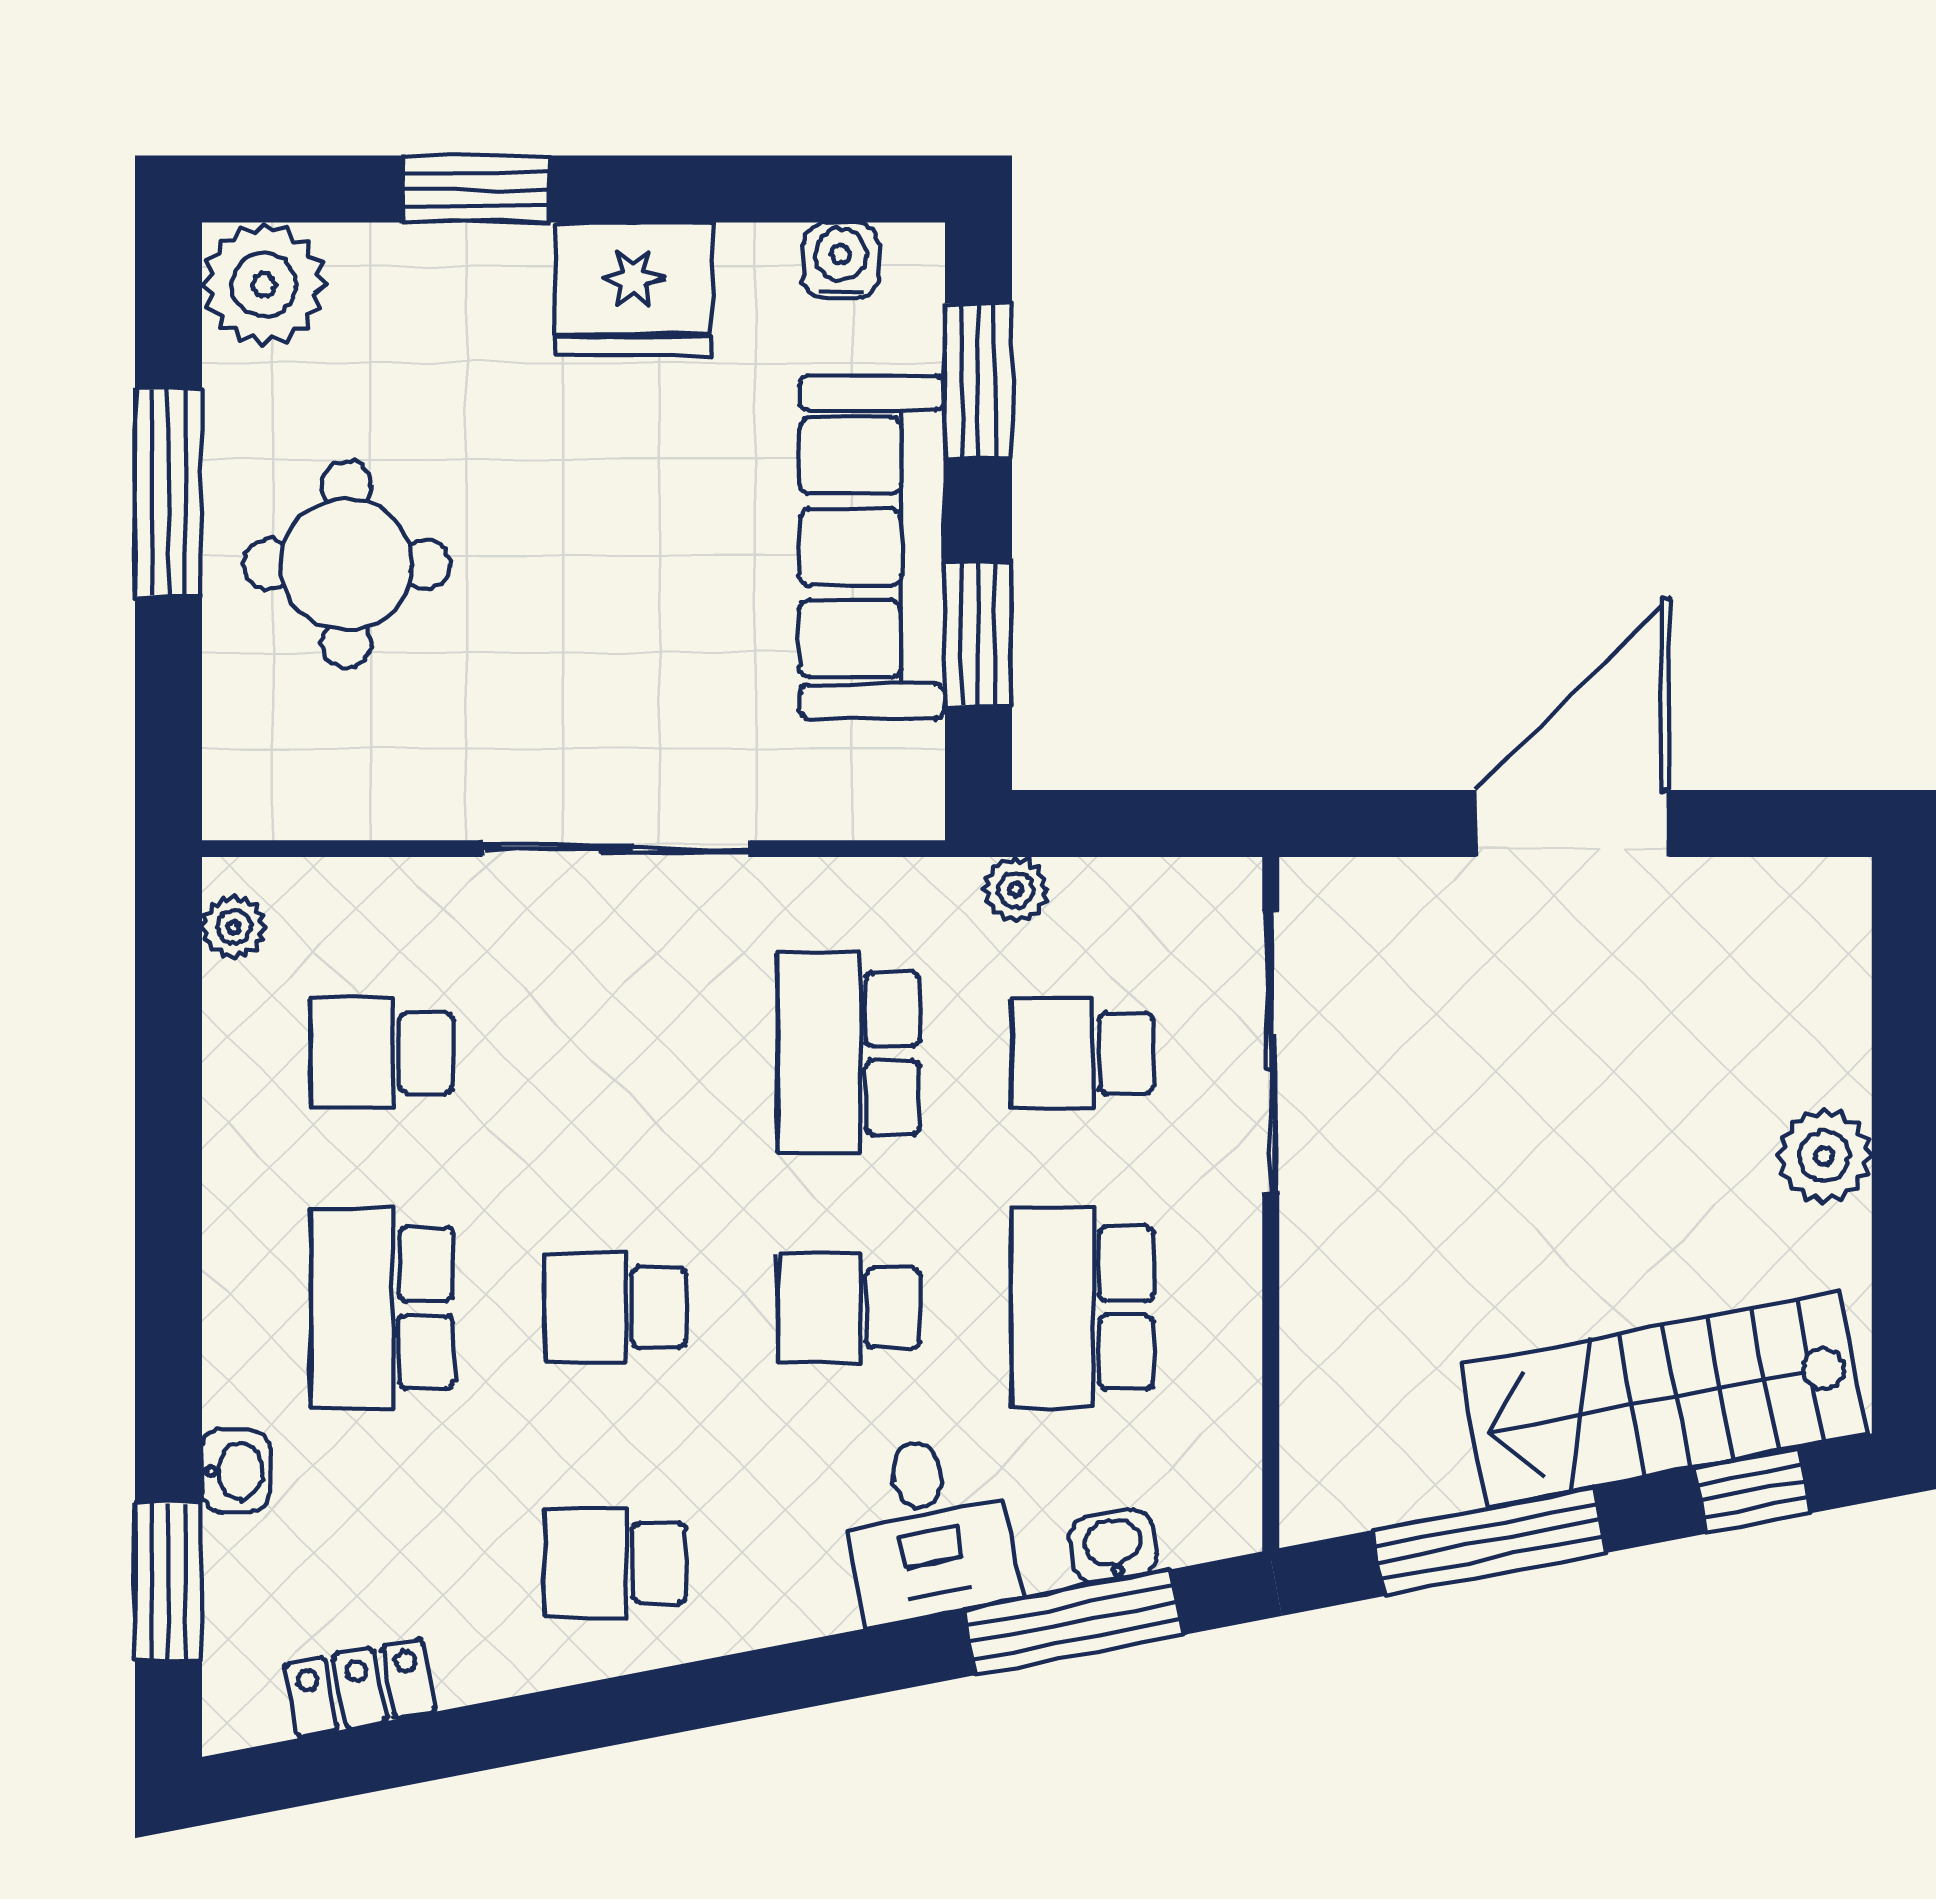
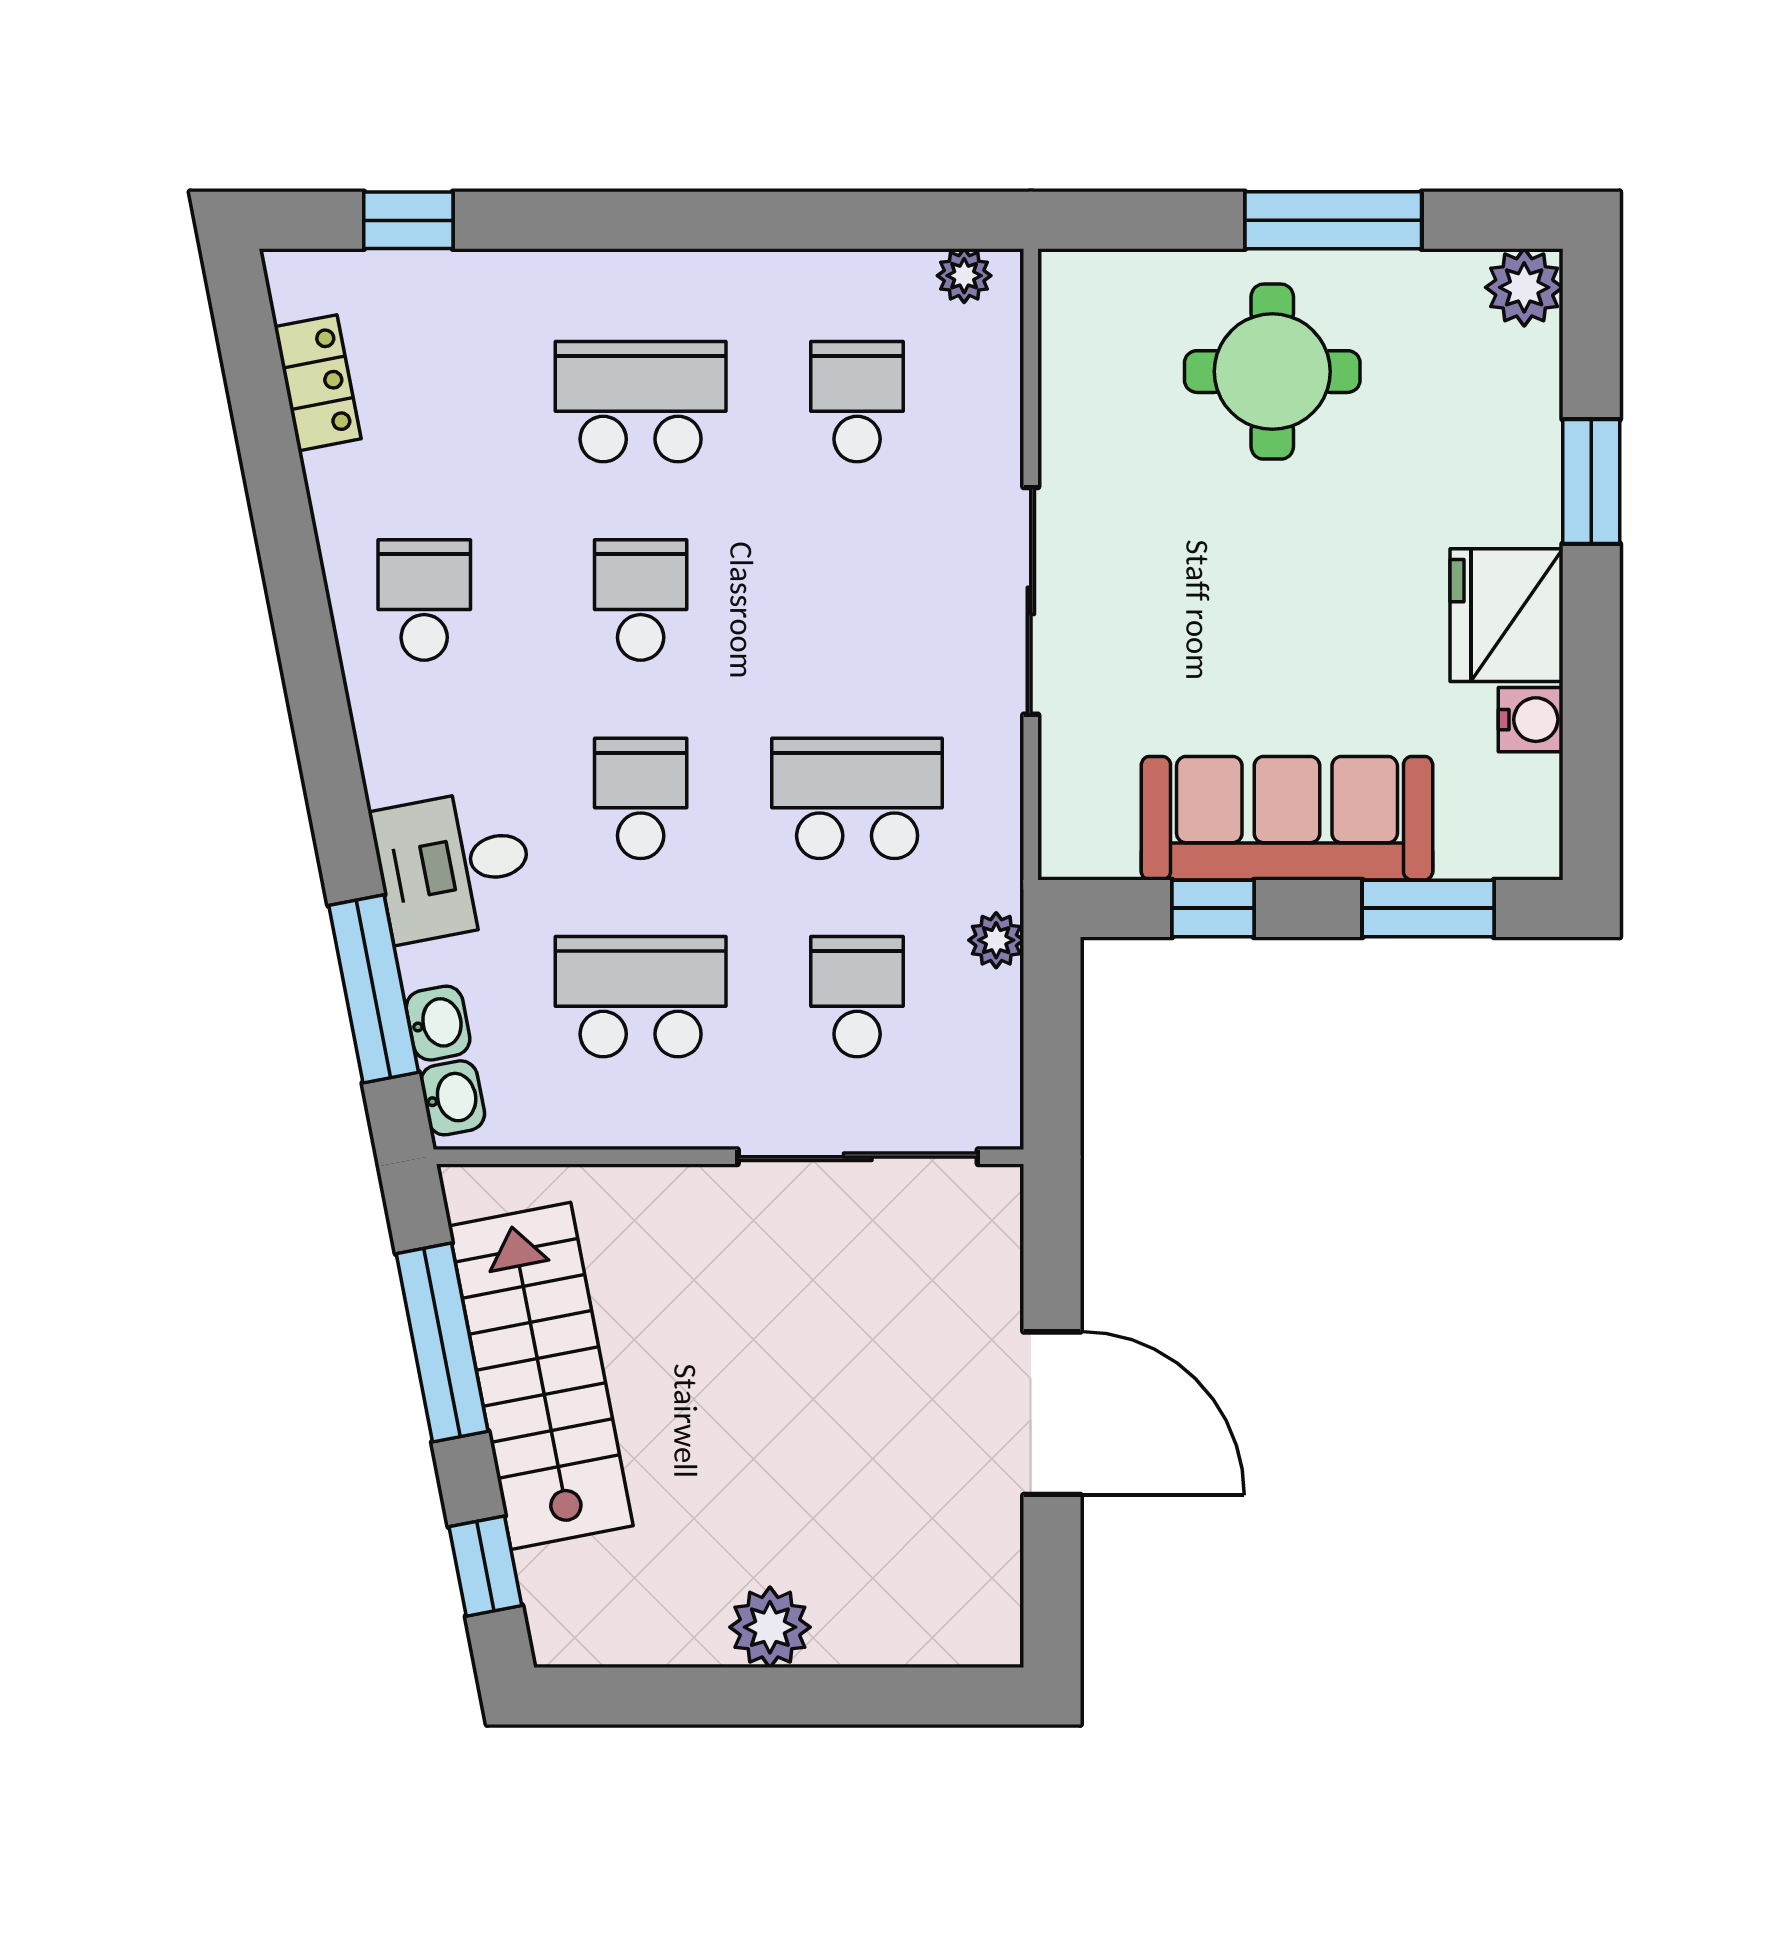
water cooler: (841, 260) -> (1531, 720), moved
plant: (264, 285) -> (1524, 287), width x0.73, depth x0.73
window: (978, 634) -> (1213, 908), width x0.67
stairs: (1663, 1399) -> (541, 1376), moved
washbasin: (235, 1471) -> (453, 1098), moved, turned -101
window: (168, 1581) -> (408, 220), width x0.67

